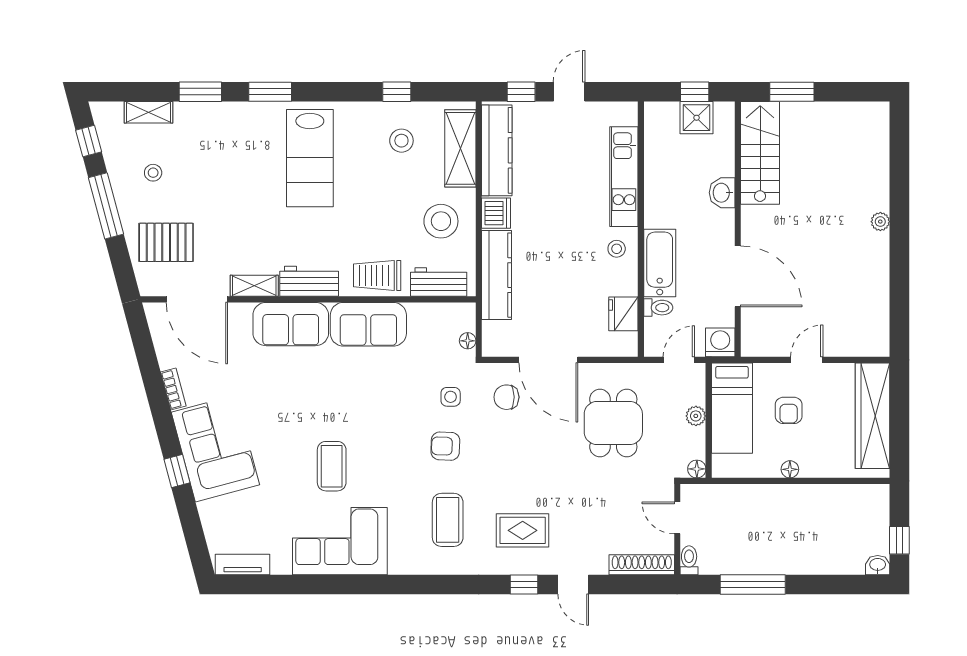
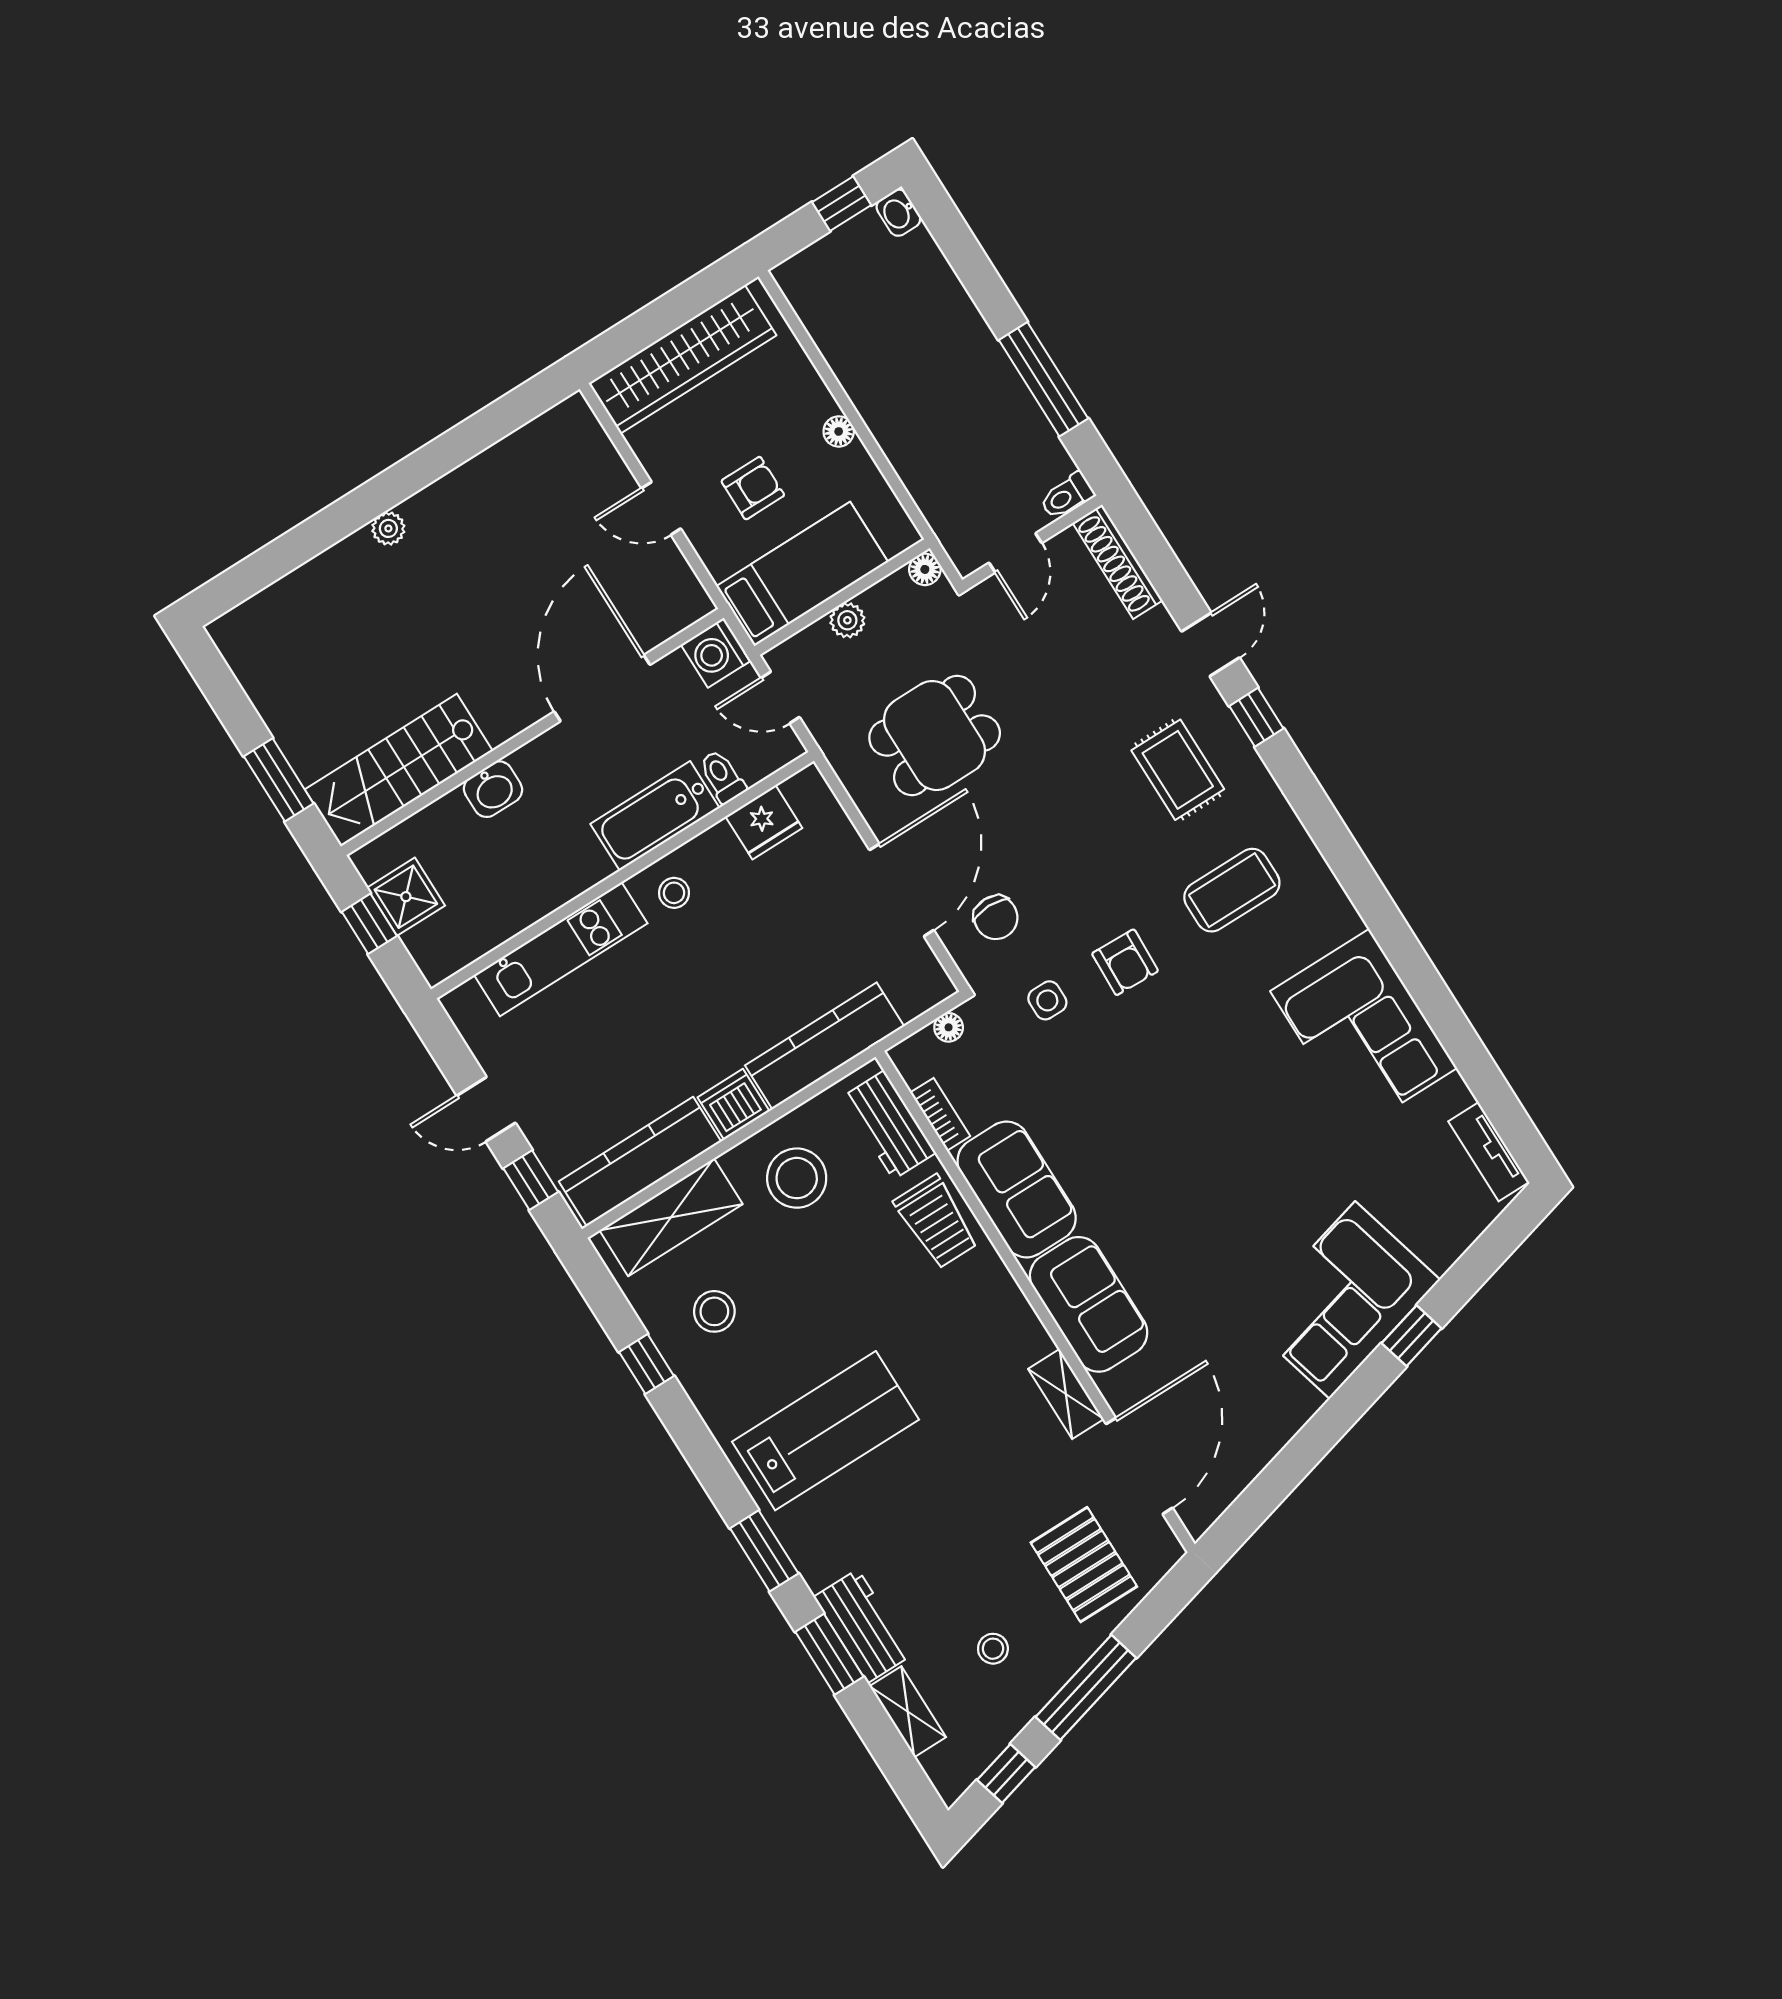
workbench: (309, 281) -> (863, 1626), moved, turned 180
bookcase: (173, 389) -> (940, 1114), moved, turned 105
coffee table: (332, 466) -> (1261, 1112), removed

